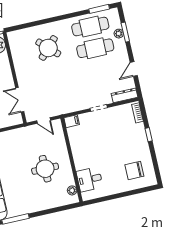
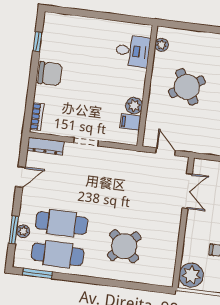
filing cabinet: (72, 121) -> (130, 122), moved
window: (149, 135) -> (38, 42), moved
plant: (76, 144) -> (134, 106), added
round table: (45, 169) -> (187, 87), turned -31
chair: (134, 170) -> (50, 74), moved

